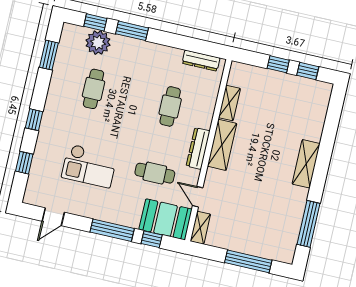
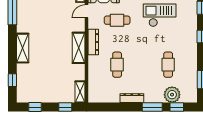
dresser: (201, 61) -> (132, 98), moved
window: (278, 64) -> (65, 107), moved
shelving: (229, 103) -> (80, 92), moved
window: (333, 119) -> (12, 80), added
door: (198, 197) -> (87, 11), swing flipped

